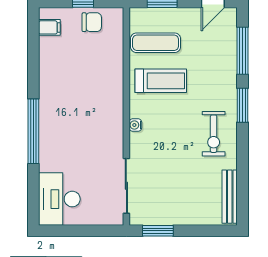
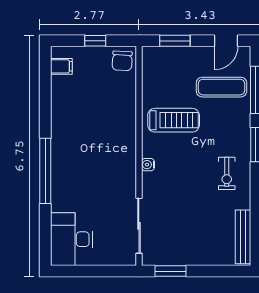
chair: (92, 22) -> (122, 61), moved, turned 93
exercise mat: (156, 43) -> (222, 87), moved
exercise bike: (214, 134) -> (227, 173), width x0.73, depth x0.72

